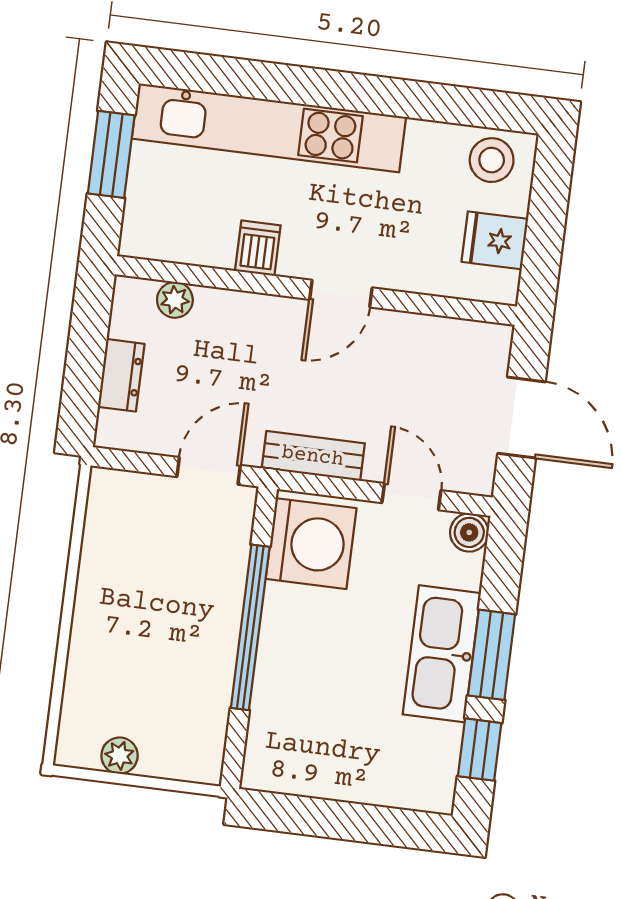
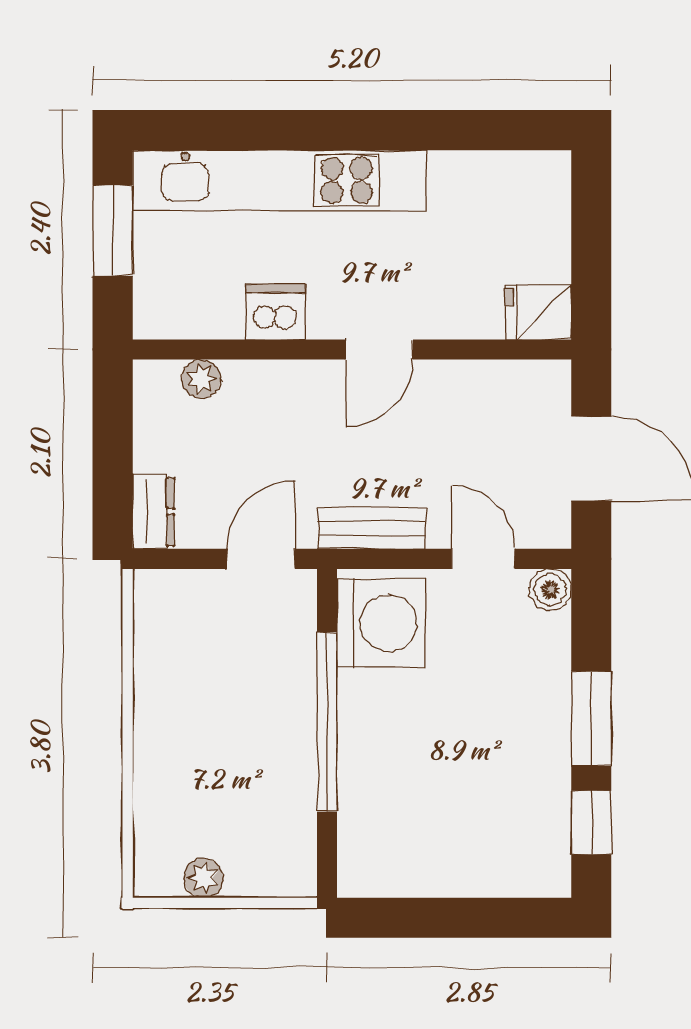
stool: (492, 160) -> (524, 185), removed
fridge: (495, 240) -> (538, 312), moved
dishwasher: (258, 248) -> (275, 312), width x1.38
dresser: (121, 375) -> (154, 512), moved
kitchen sink: (442, 654) -> (537, 724), removed

